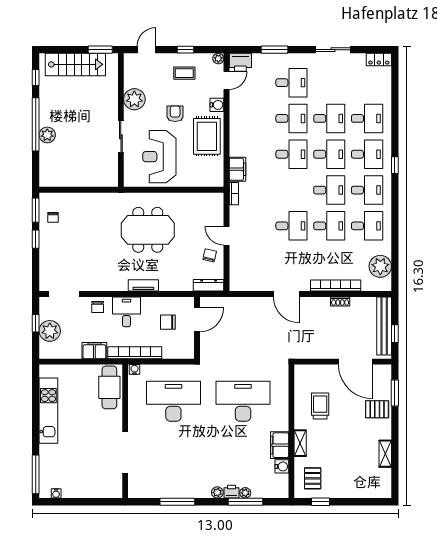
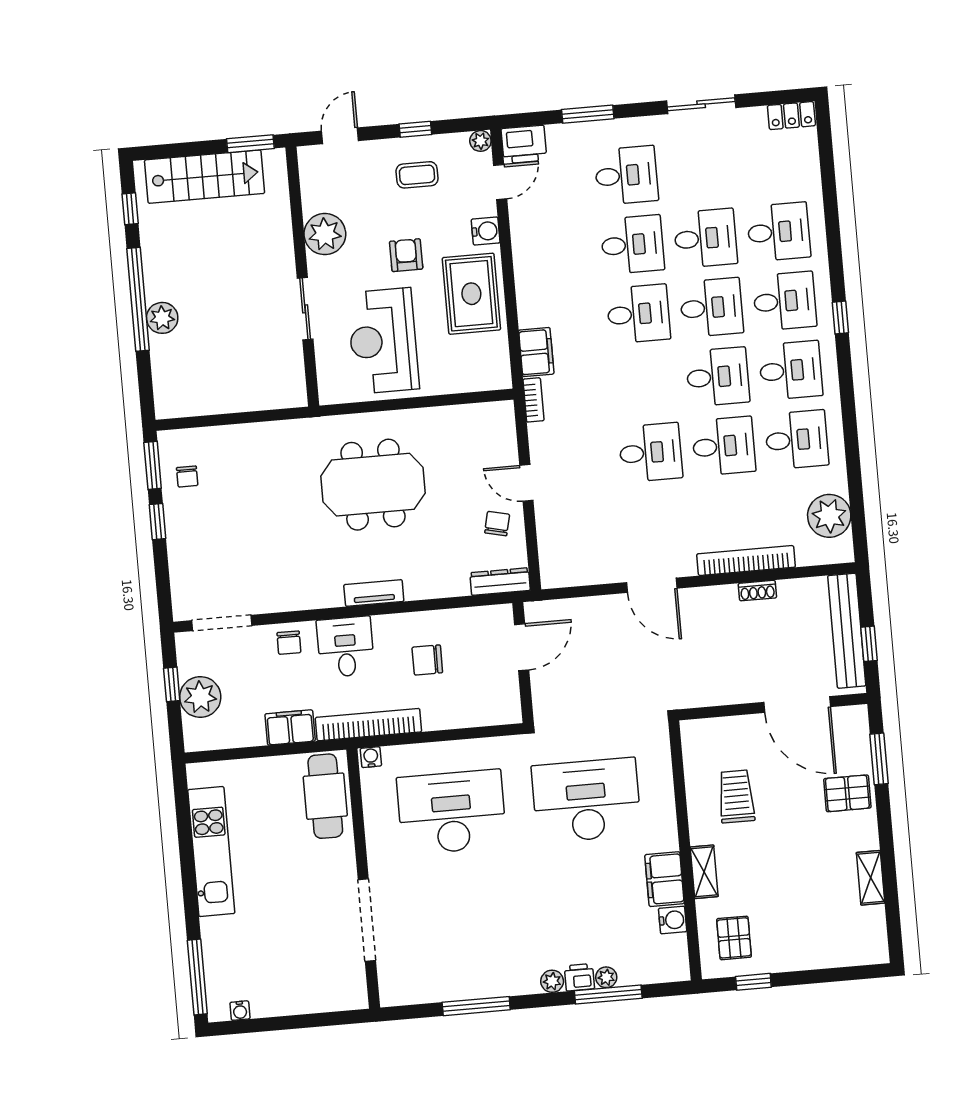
door: (197, 320) -> (522, 647), moved
wall: (197, 328) -> (523, 663), moved

